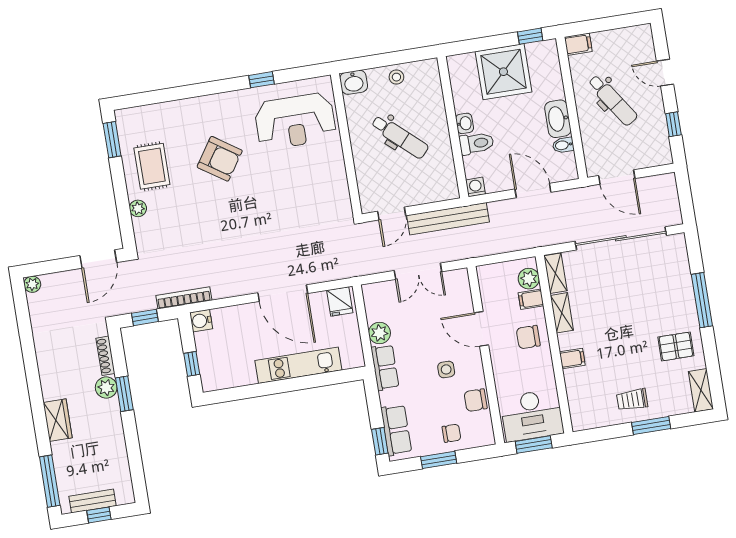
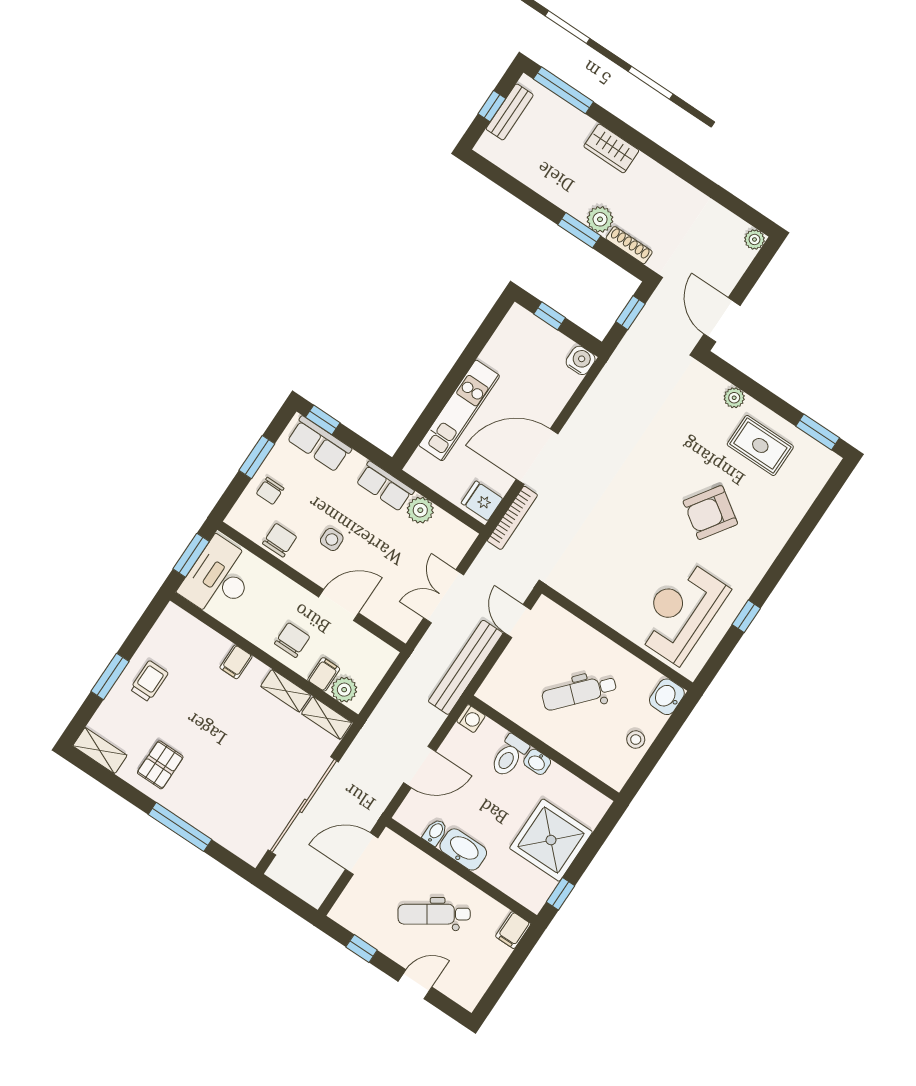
bookcase: (184, 298) -> (512, 518), moved

